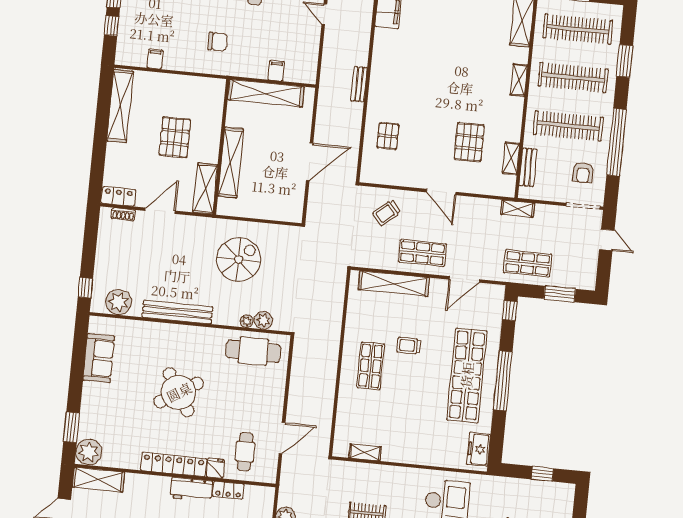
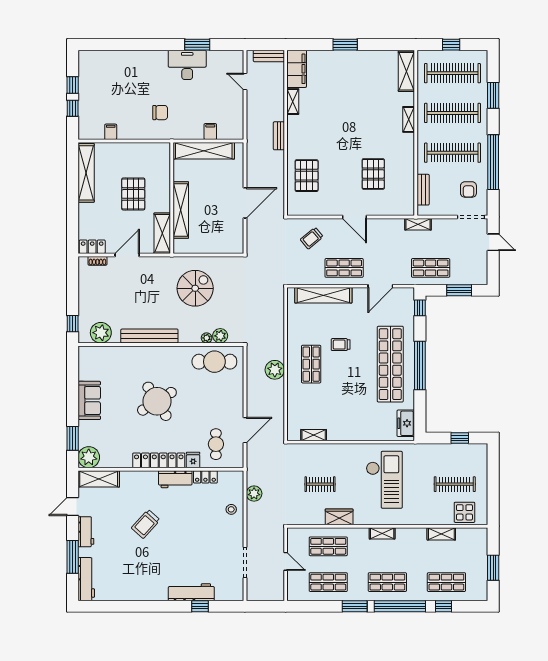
pallet: (388, 136) -> (307, 176), width x1.50, depth x1.42
shelving: (511, 158) -> (293, 102), moved
sofa: (99, 358) -> (89, 400), moved
plant: (326, 368) -> (275, 370), added

